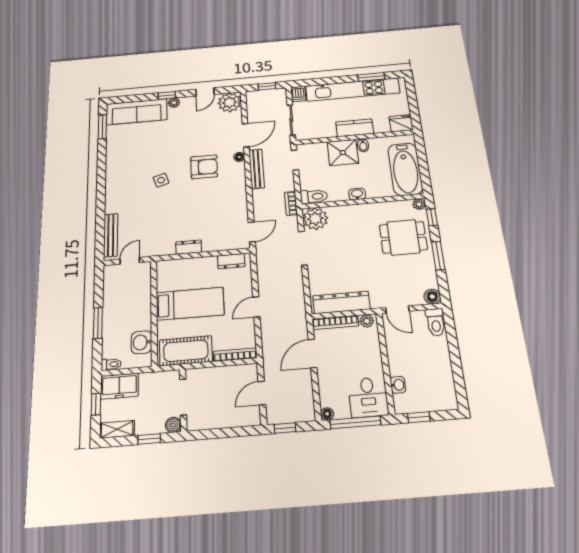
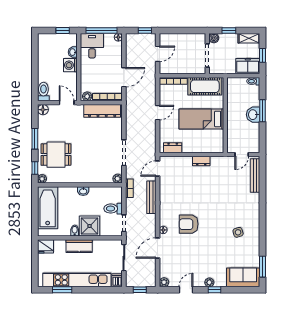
plant: (230, 102) -> (164, 282), width x0.53, depth x0.53
sofa: (137, 112) -> (243, 277), width x0.73
bench: (257, 169) -> (151, 197), moved
side table: (161, 180) -> (238, 232), moved
toilet: (314, 197) -> (113, 209), moved
plant: (315, 219) -> (118, 179), width x0.53, depth x0.53
washbasin: (141, 342) -> (253, 115), moved, turned 180
washing machine: (399, 365) -> (70, 65), added

